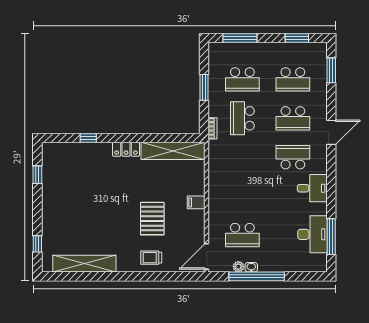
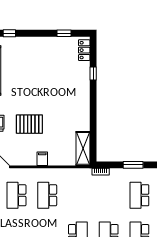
school desk: (242, 118) -> (47, 195), moved, turned -90
locker: (126, 149) -> (84, 50), moved
shelving: (173, 151) -> (83, 148), width x0.68

